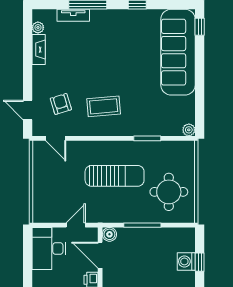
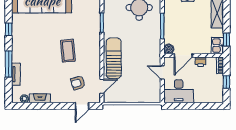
coffee table: (104, 106) -> (68, 51), moved
sun lounger: (115, 176) -> (114, 58), moved

